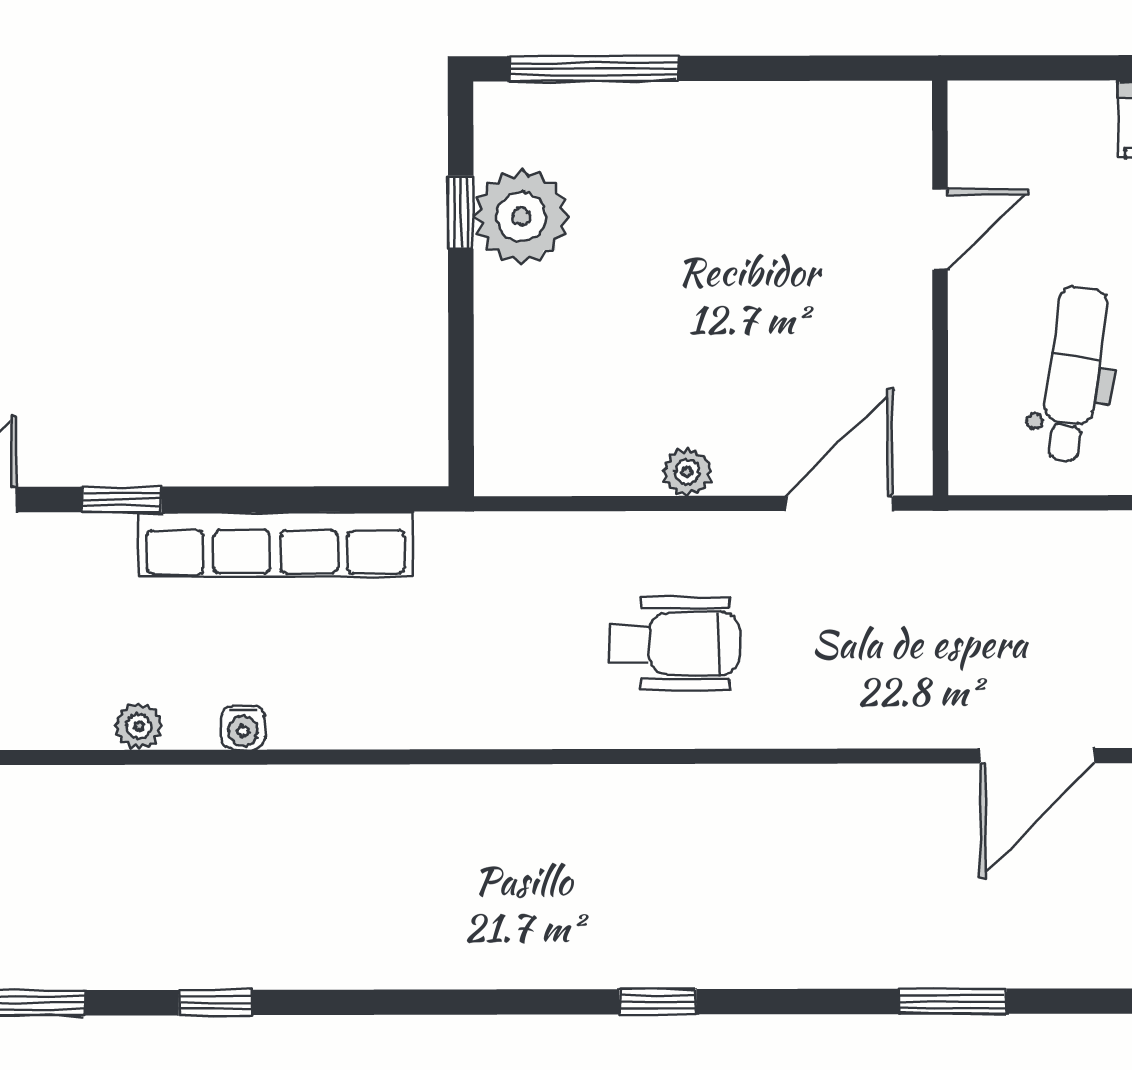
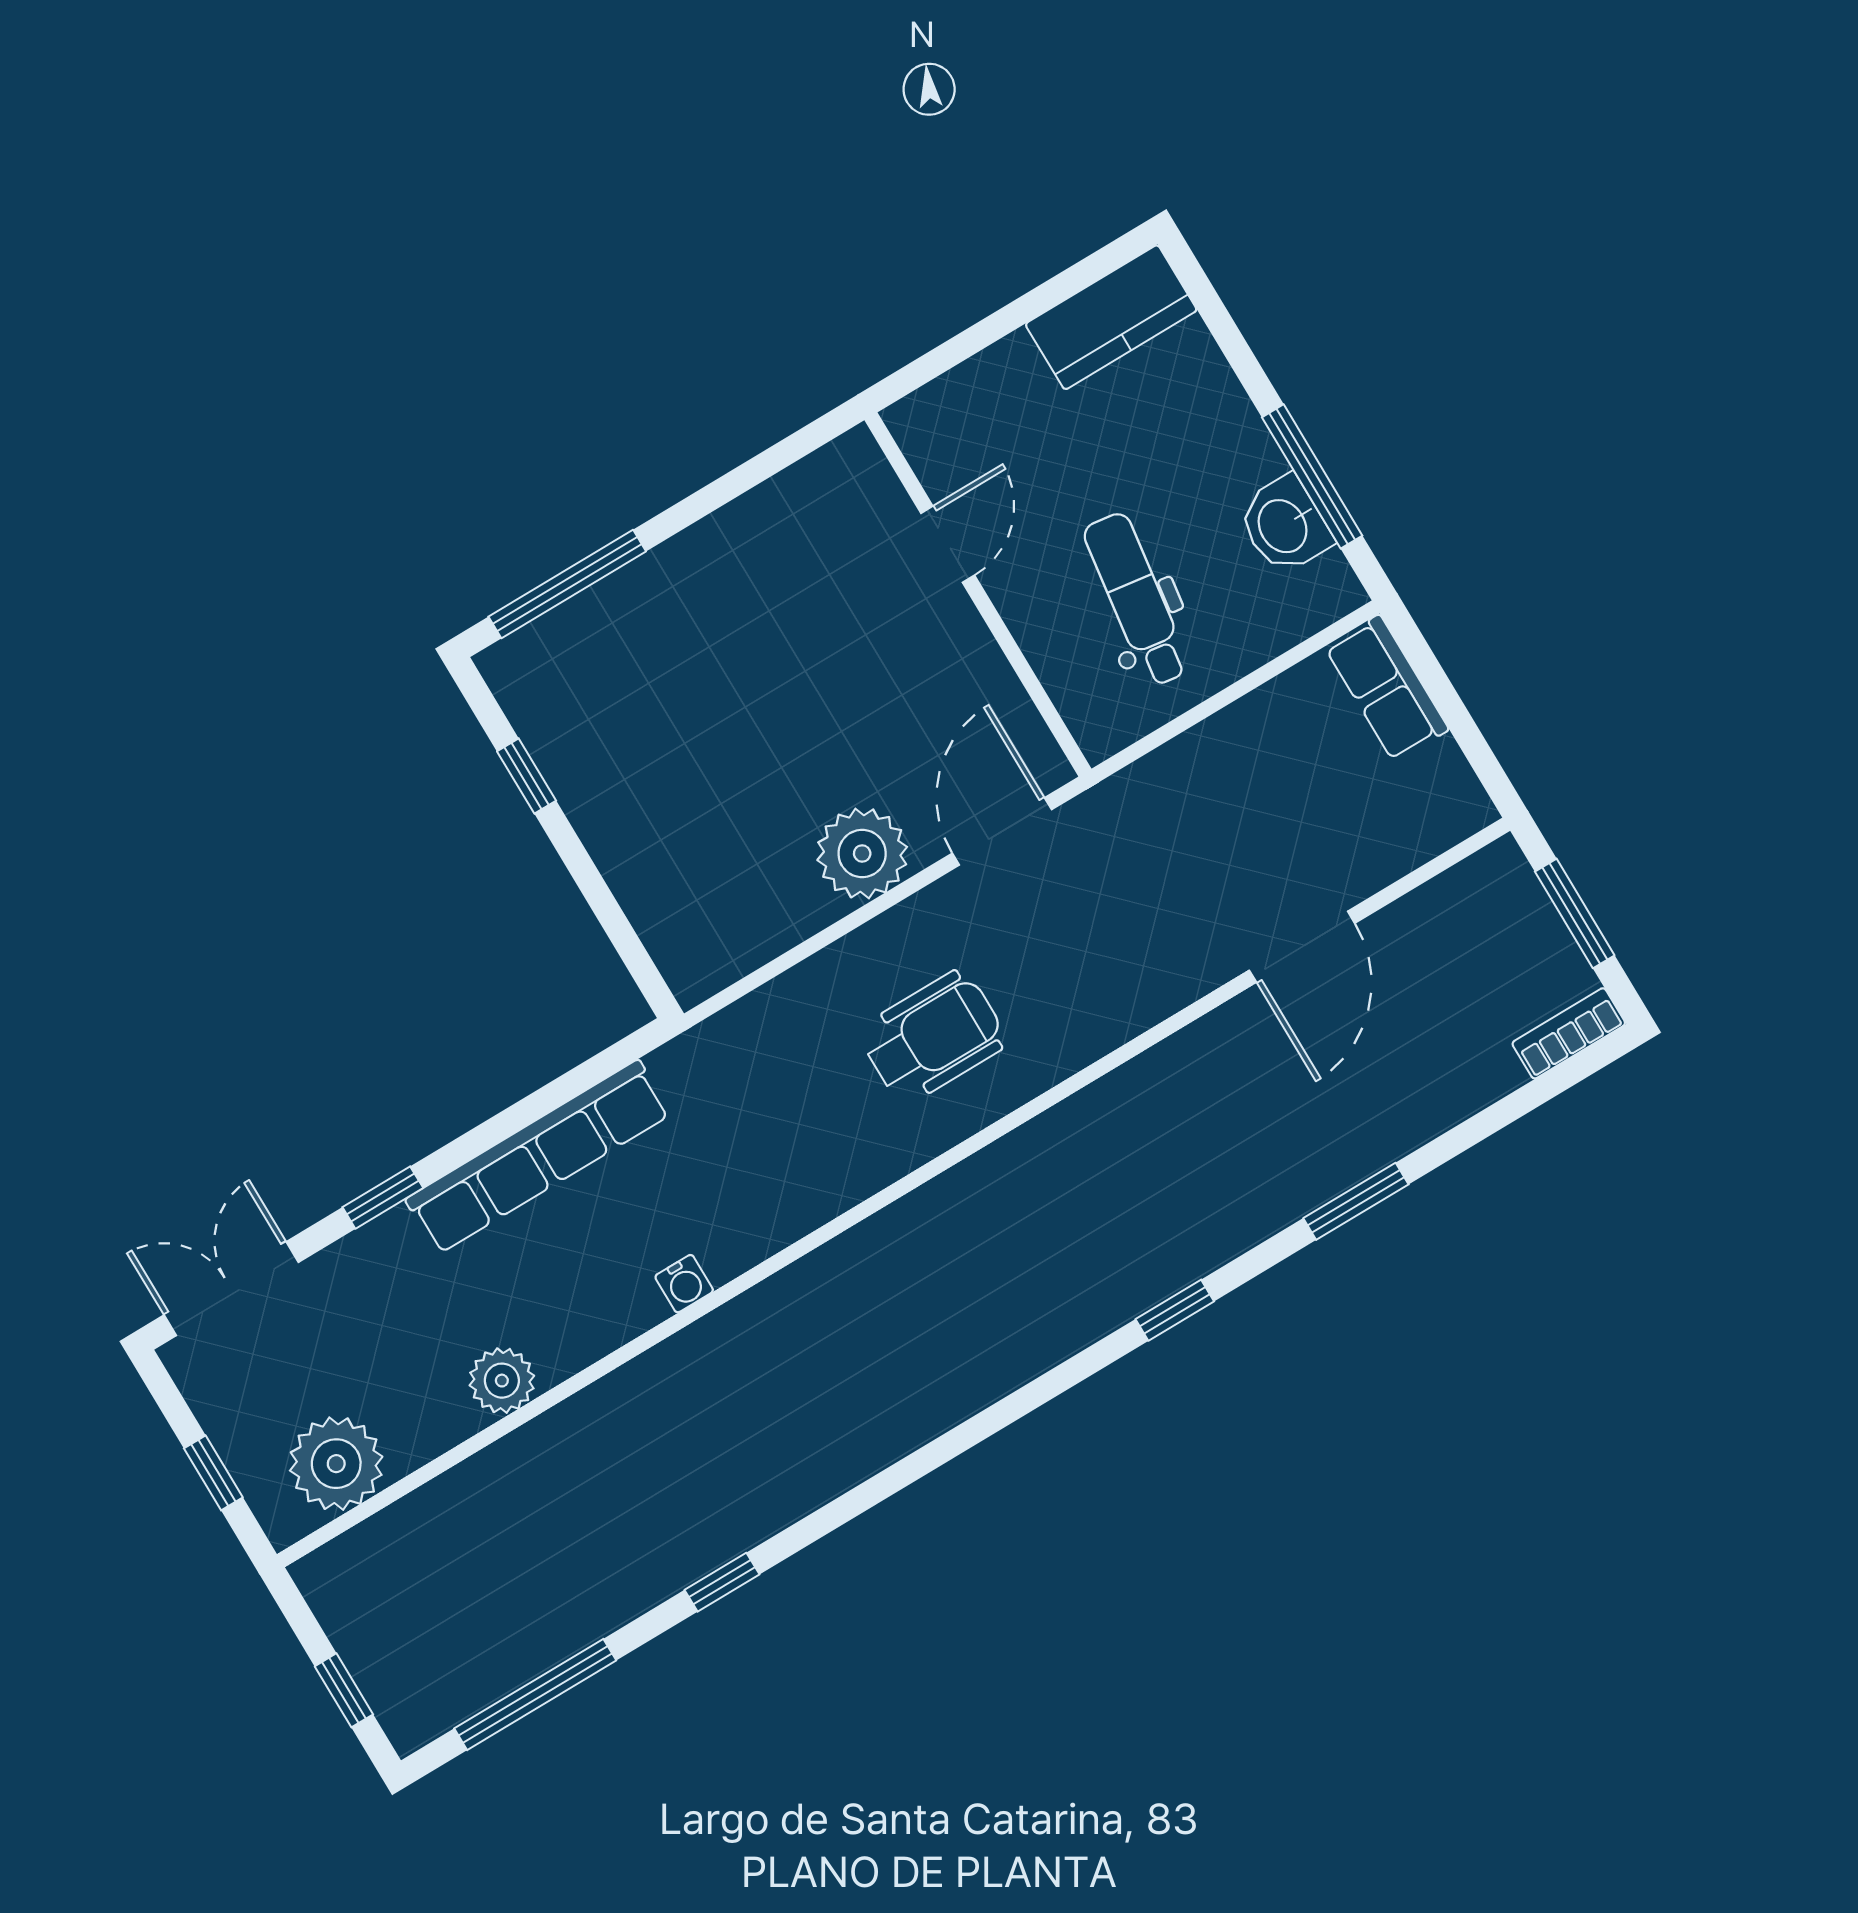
plant: (521, 217) -> (581, 749), removed
plant: (687, 472) -> (862, 853), width x1.88, depth x1.88
plant: (139, 726) -> (502, 1381), width x1.38, depth x1.38
water cooler: (243, 728) -> (684, 1284), moved
window: (658, 1002) -> (1175, 1310), moved

